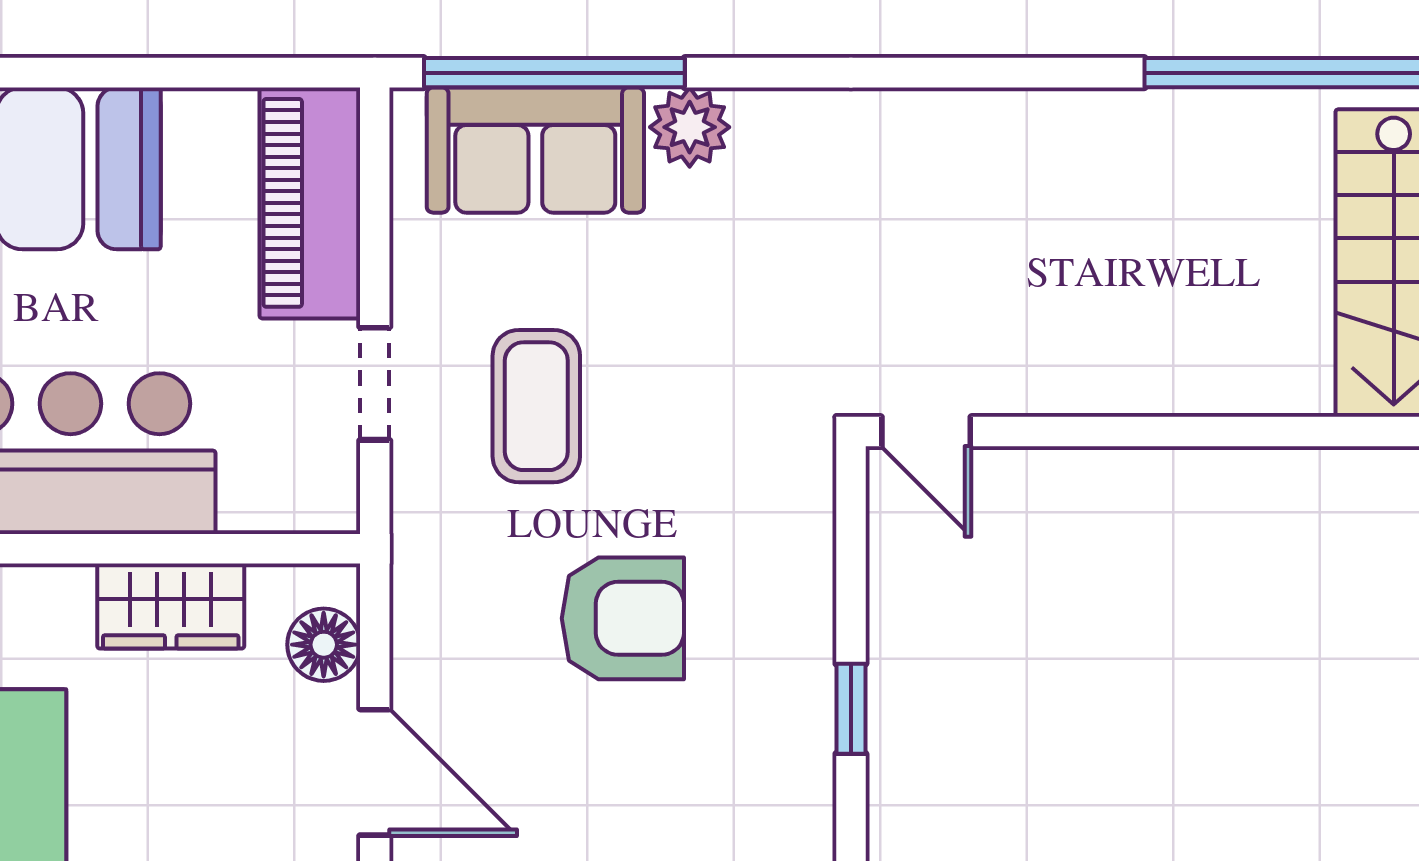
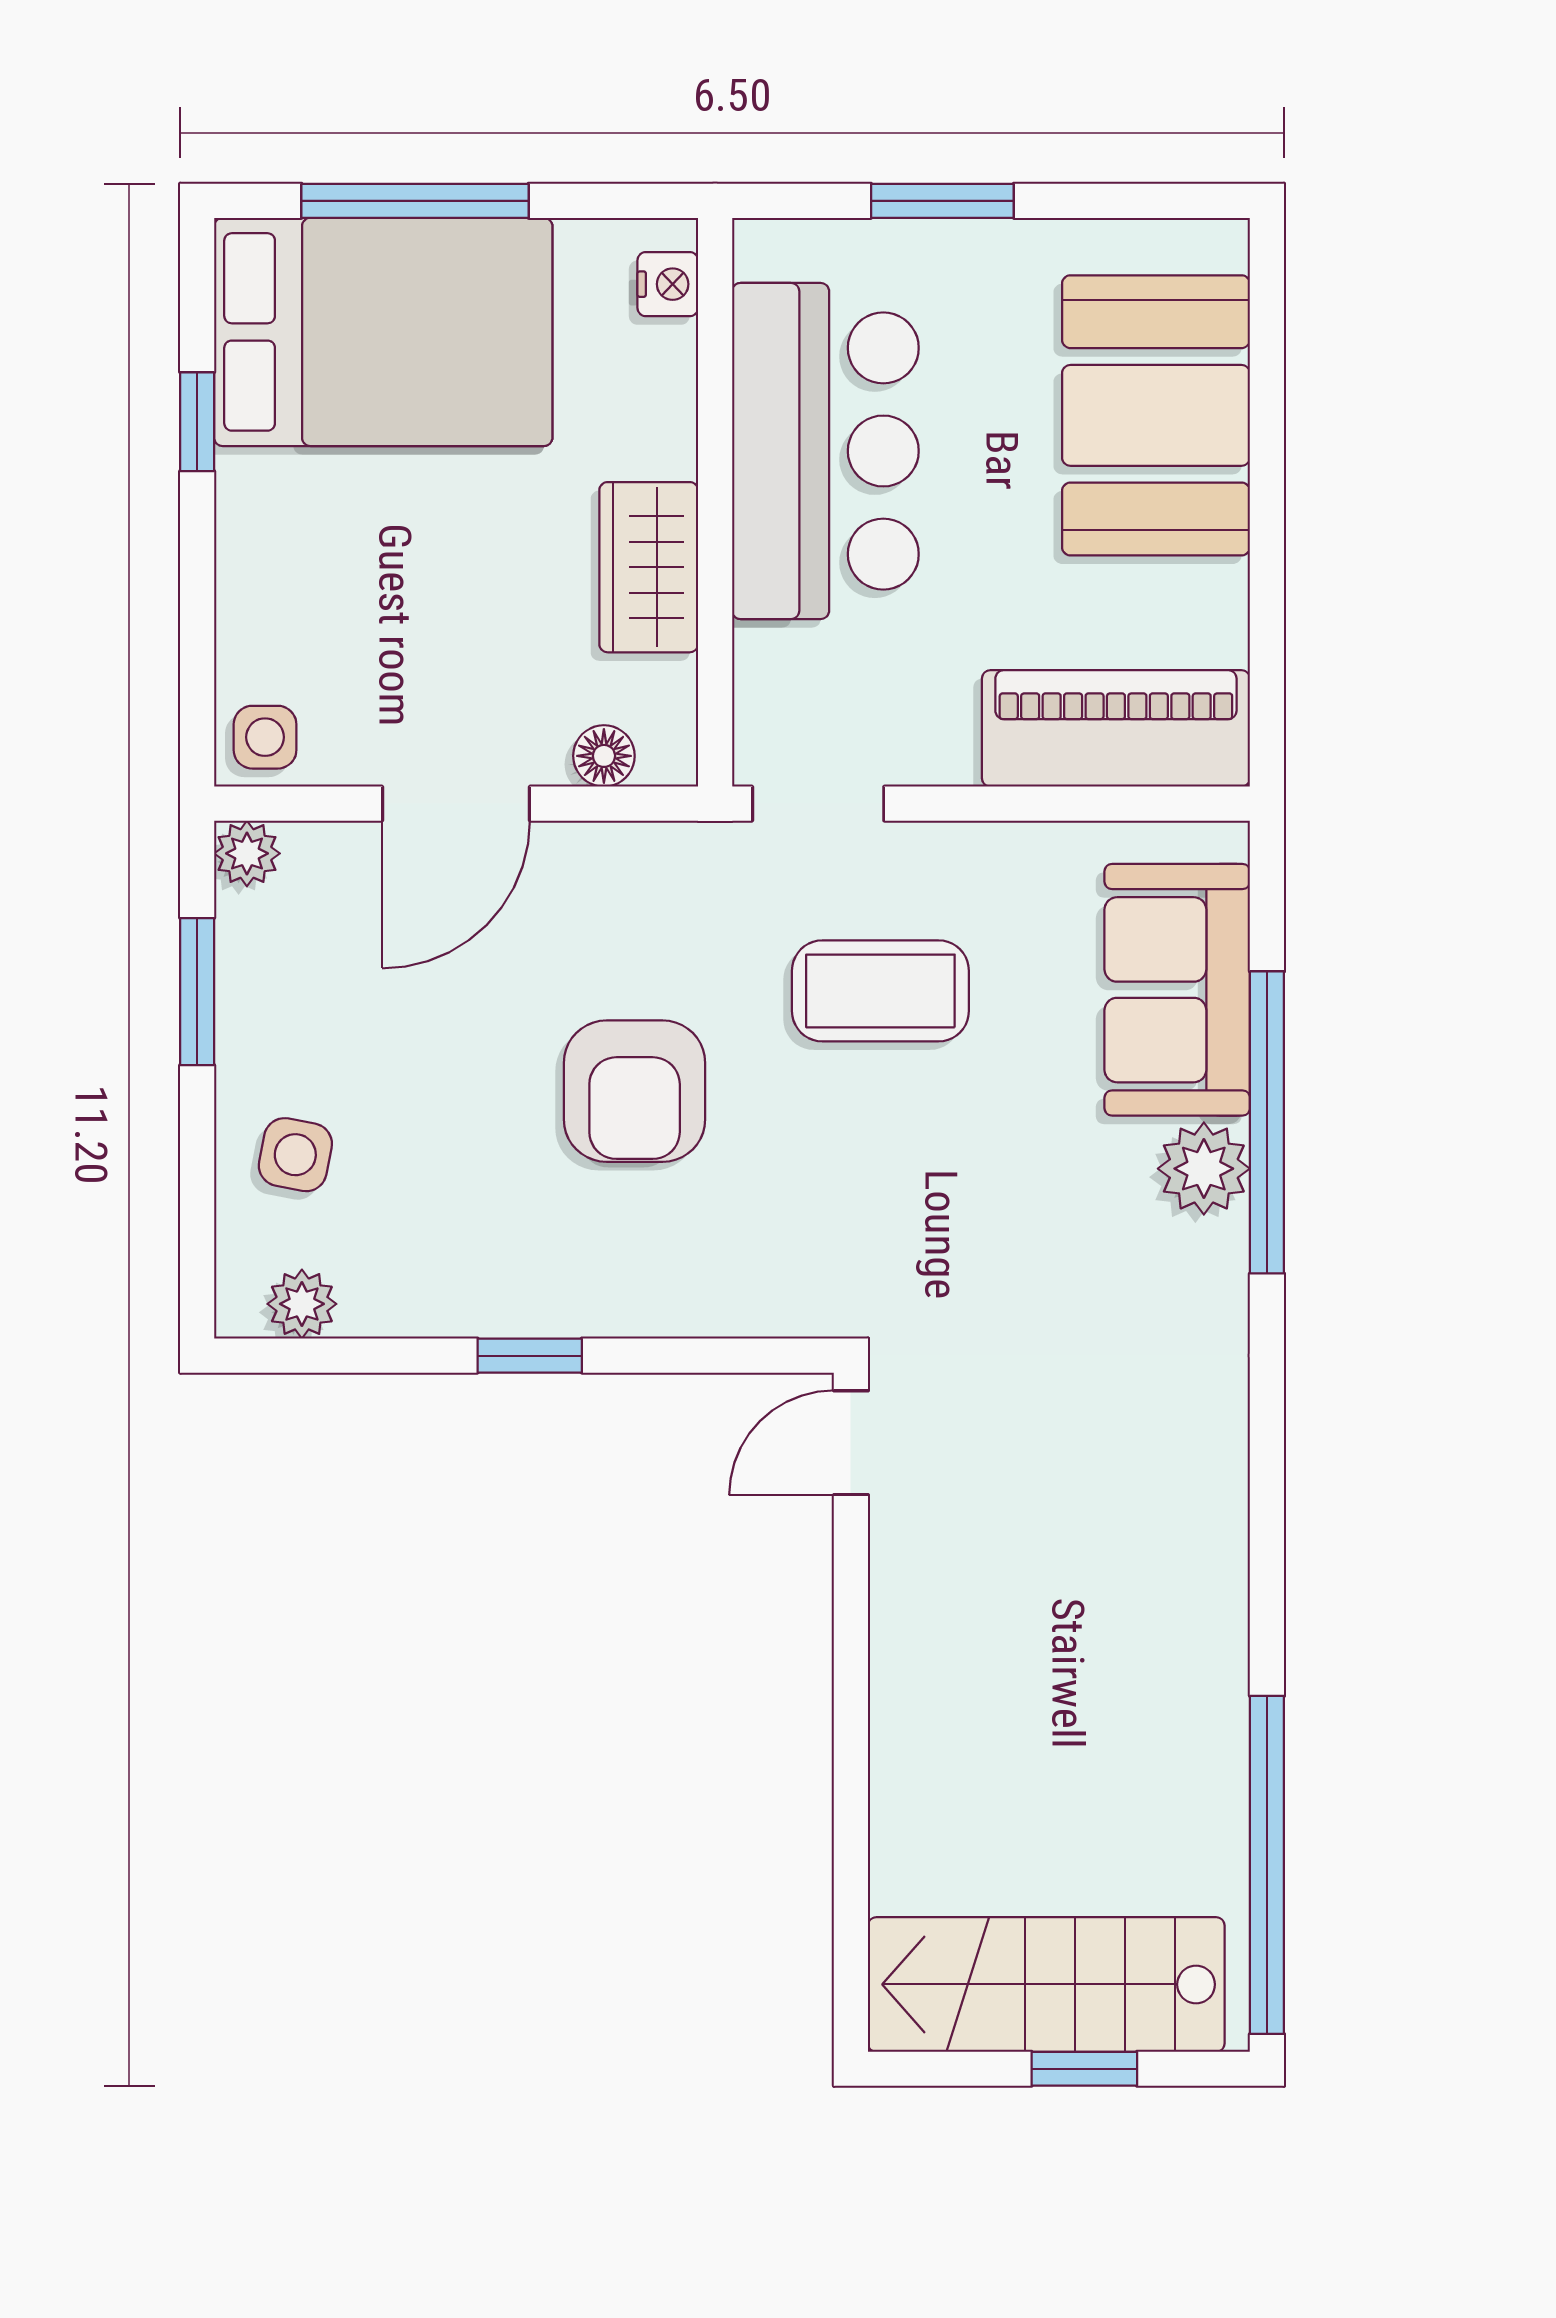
window: (554, 73) -> (1267, 1122), moved
doorway: (375, 384) -> (818, 804), moved
floor lamp: (324, 645) -> (604, 756), width x0.73, depth x0.73

